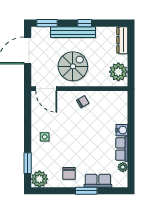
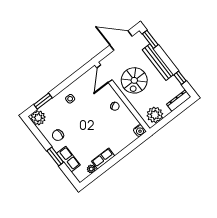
window: (85, 23) -> (180, 78), moved
spiral stairs: (73, 66) -> (134, 80), turned 90
water cooler: (122, 130) -> (140, 131), moved

